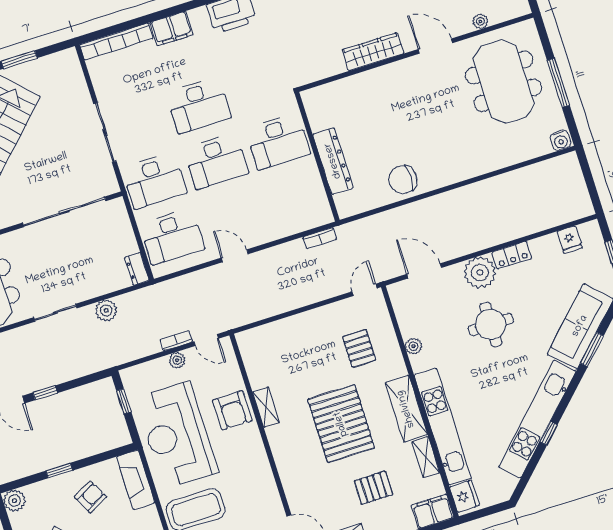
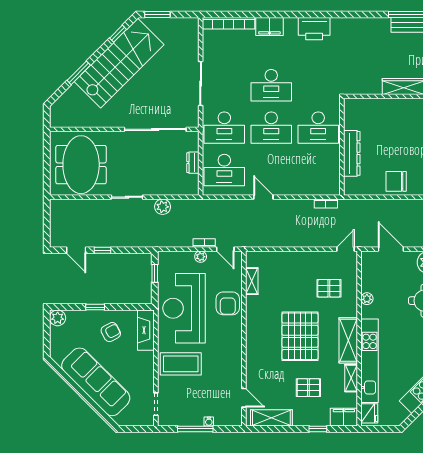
dresser: (137, 269) -> (193, 163), moved
pallet: (359, 348) -> (329, 288), turned 90
shelving: (266, 407) -> (252, 281), moved

